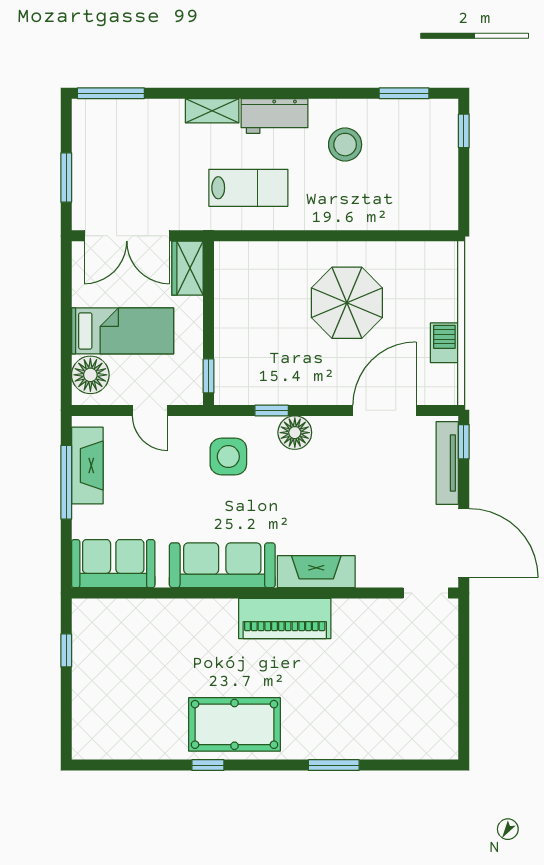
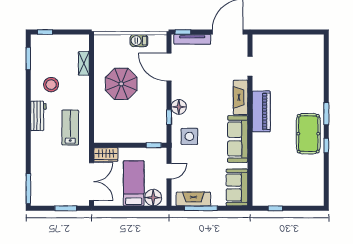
shelving: (212, 111) -> (84, 63), moved
doorway: (426, 593) -> (250, 66), moved
window: (334, 765) -> (326, 114), moved

